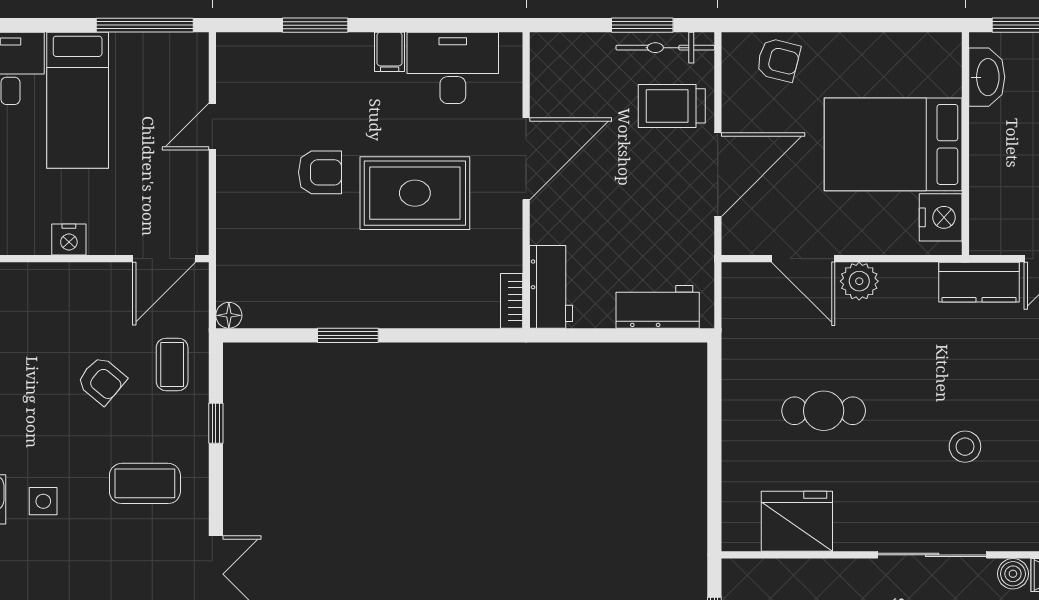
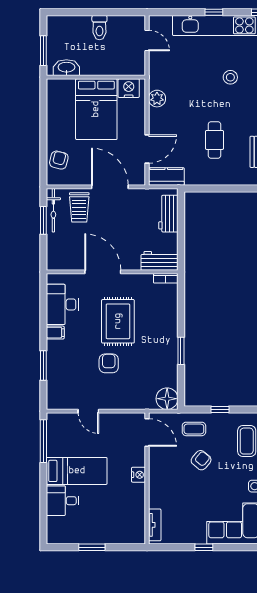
plant: (859, 281) -> (157, 99), moved
kitchen counter: (979, 282) -> (166, 176), moved, turned -90
floor lamp: (229, 315) -> (167, 399), width x1.89, depth x1.89

